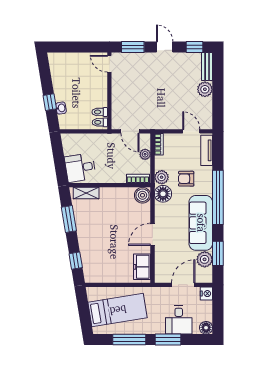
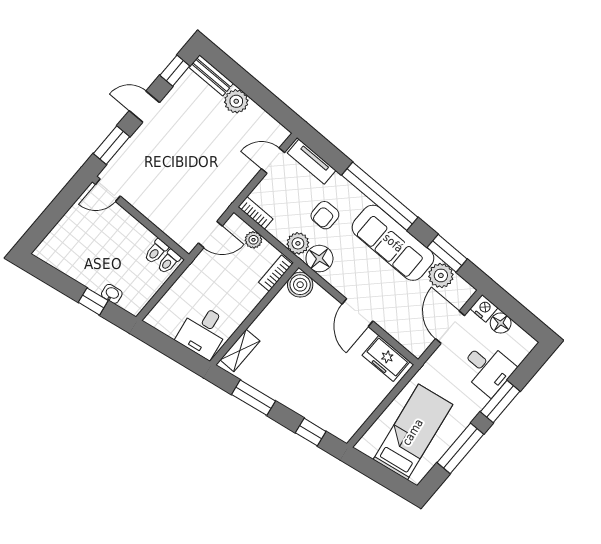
floor lamp: (206, 328) -> (501, 323), moved

